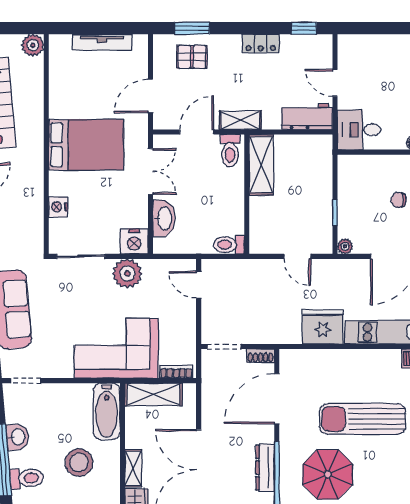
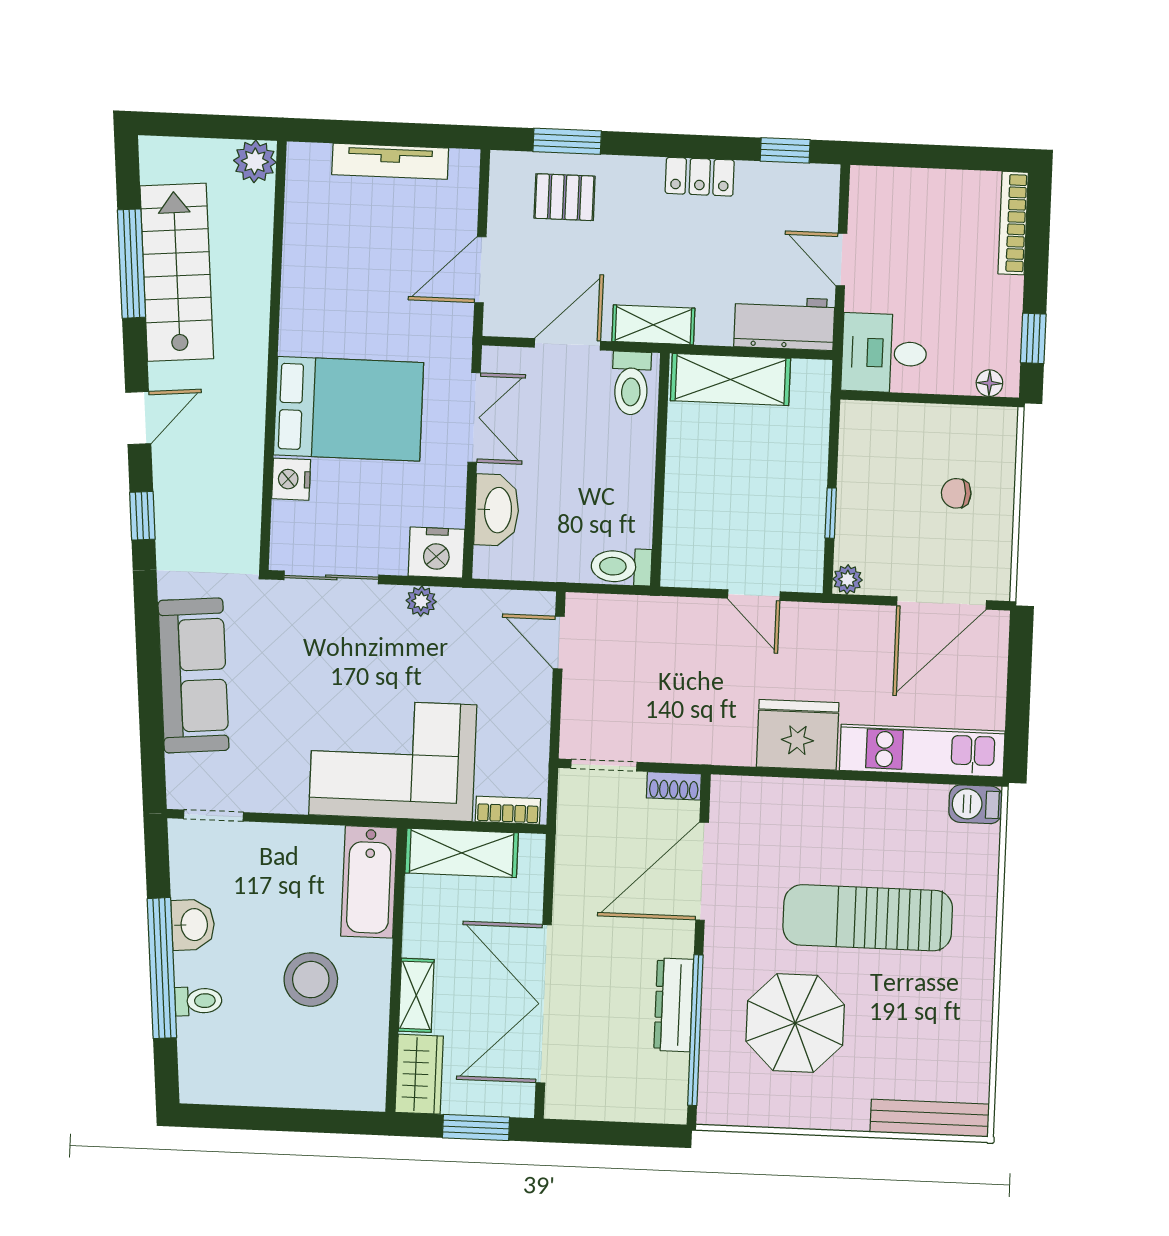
bed: (86, 145) -> (349, 409), moved
shelving: (261, 165) -> (731, 380), moved, turned 90
plant: (127, 273) -> (421, 601), width x0.53, depth x0.53
toilet: (27, 478) -> (198, 1001), width x0.73, depth x0.72

